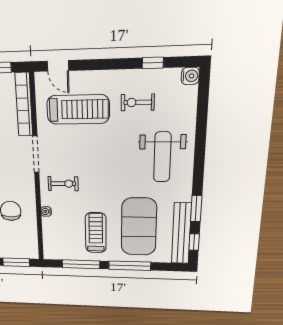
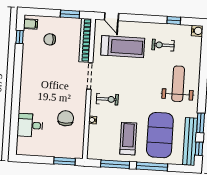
weight bench: (162, 157) -> (178, 84), turned 180

